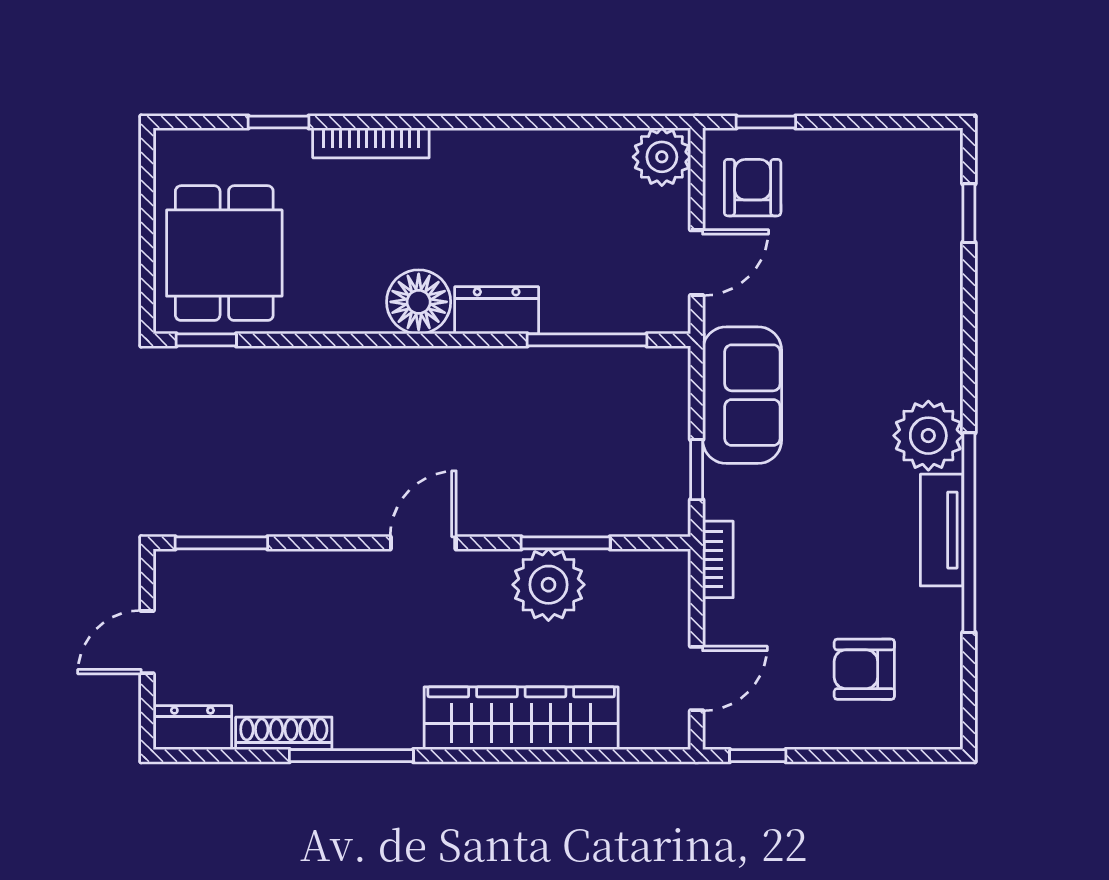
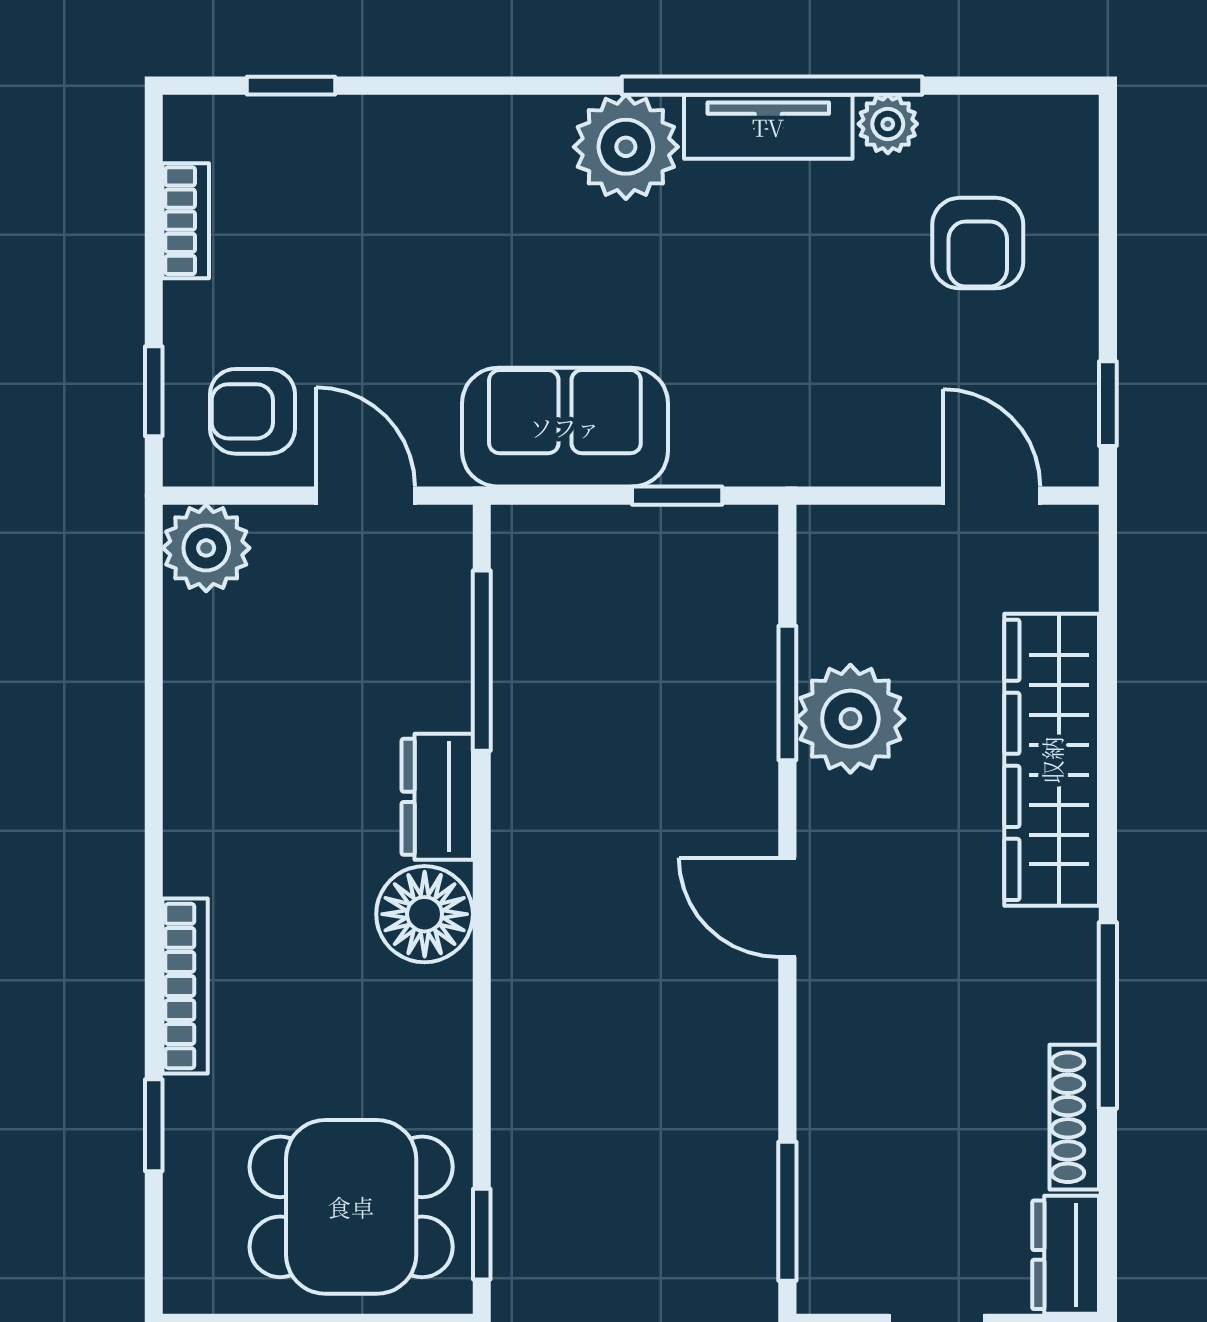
bookcase: (718, 559) -> (186, 221), moved, turned 90
plant: (943, 610) -> (888, 124), added

